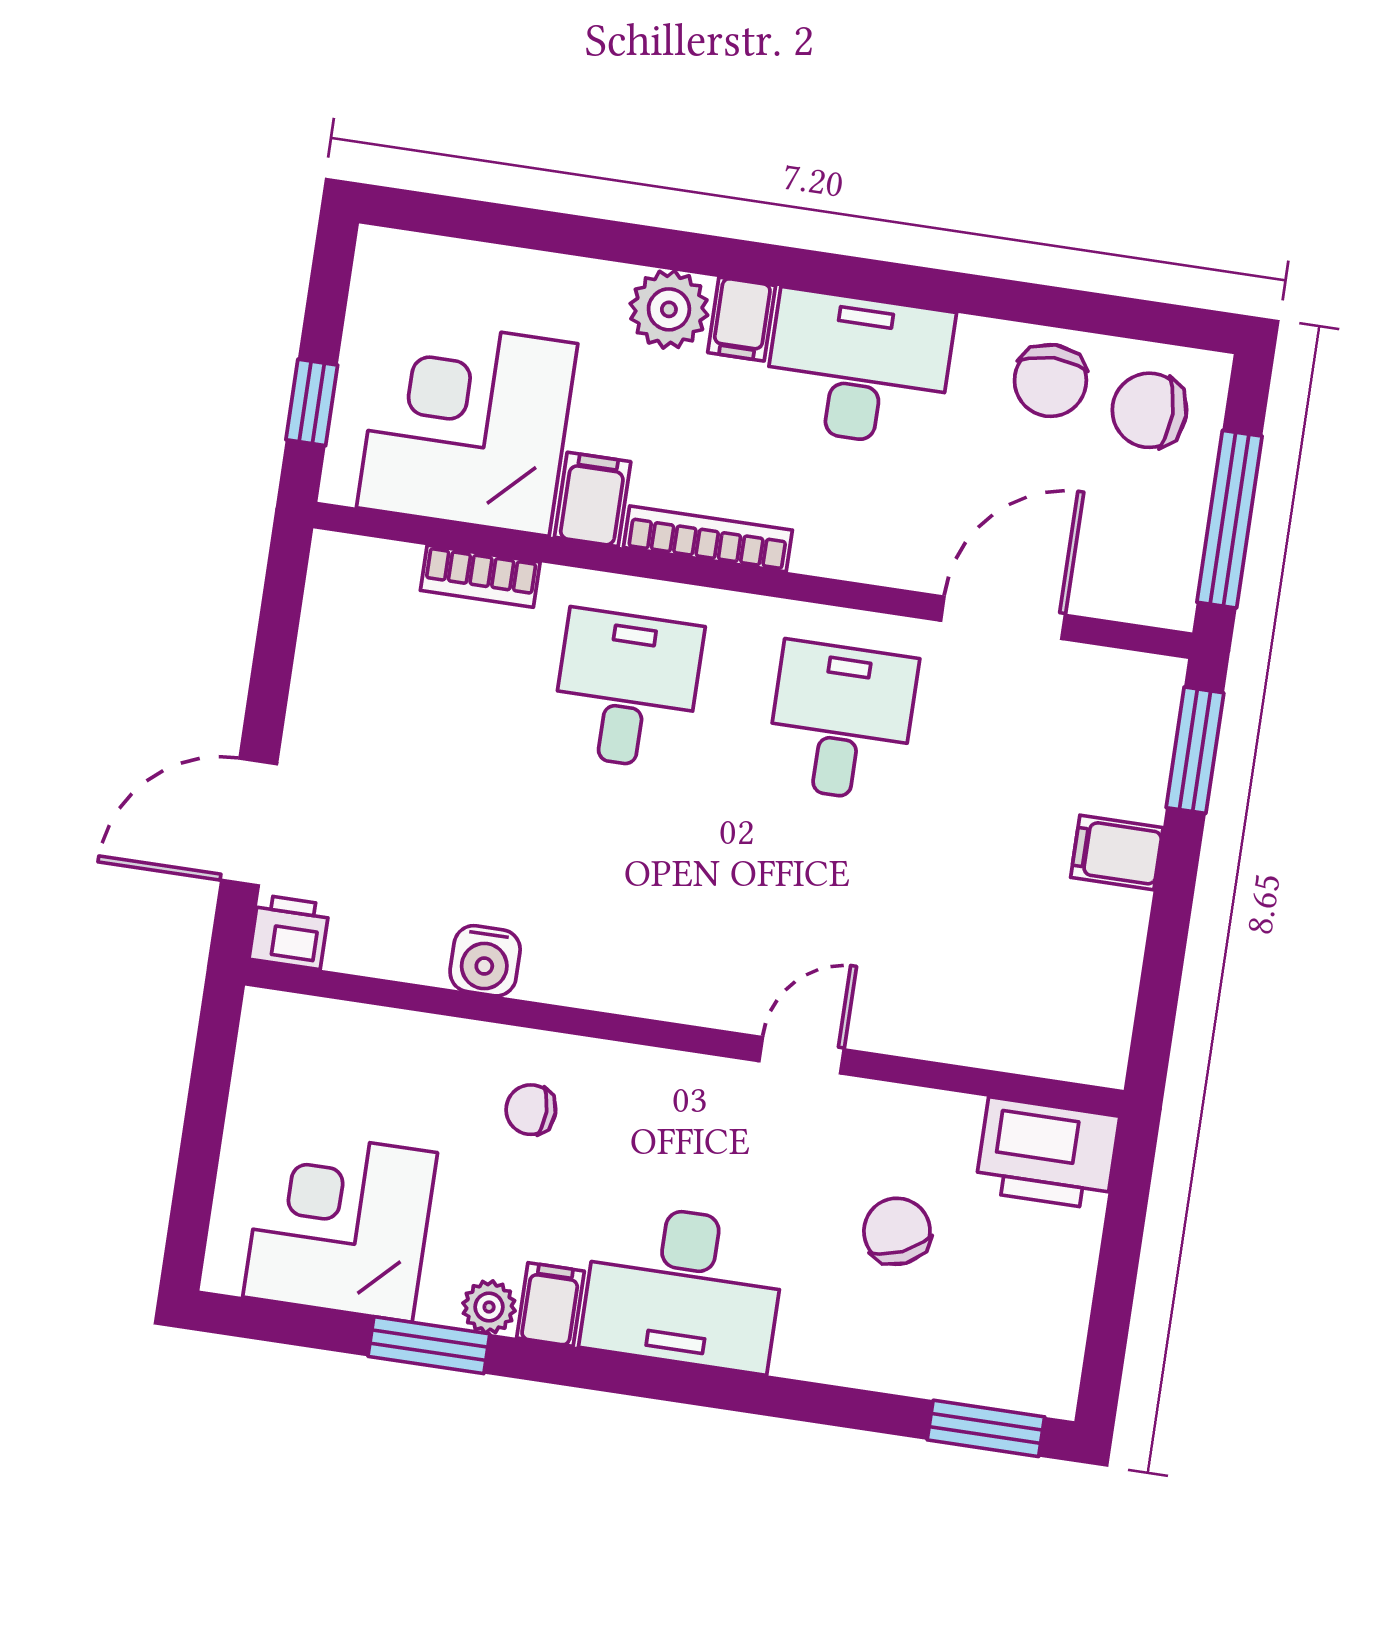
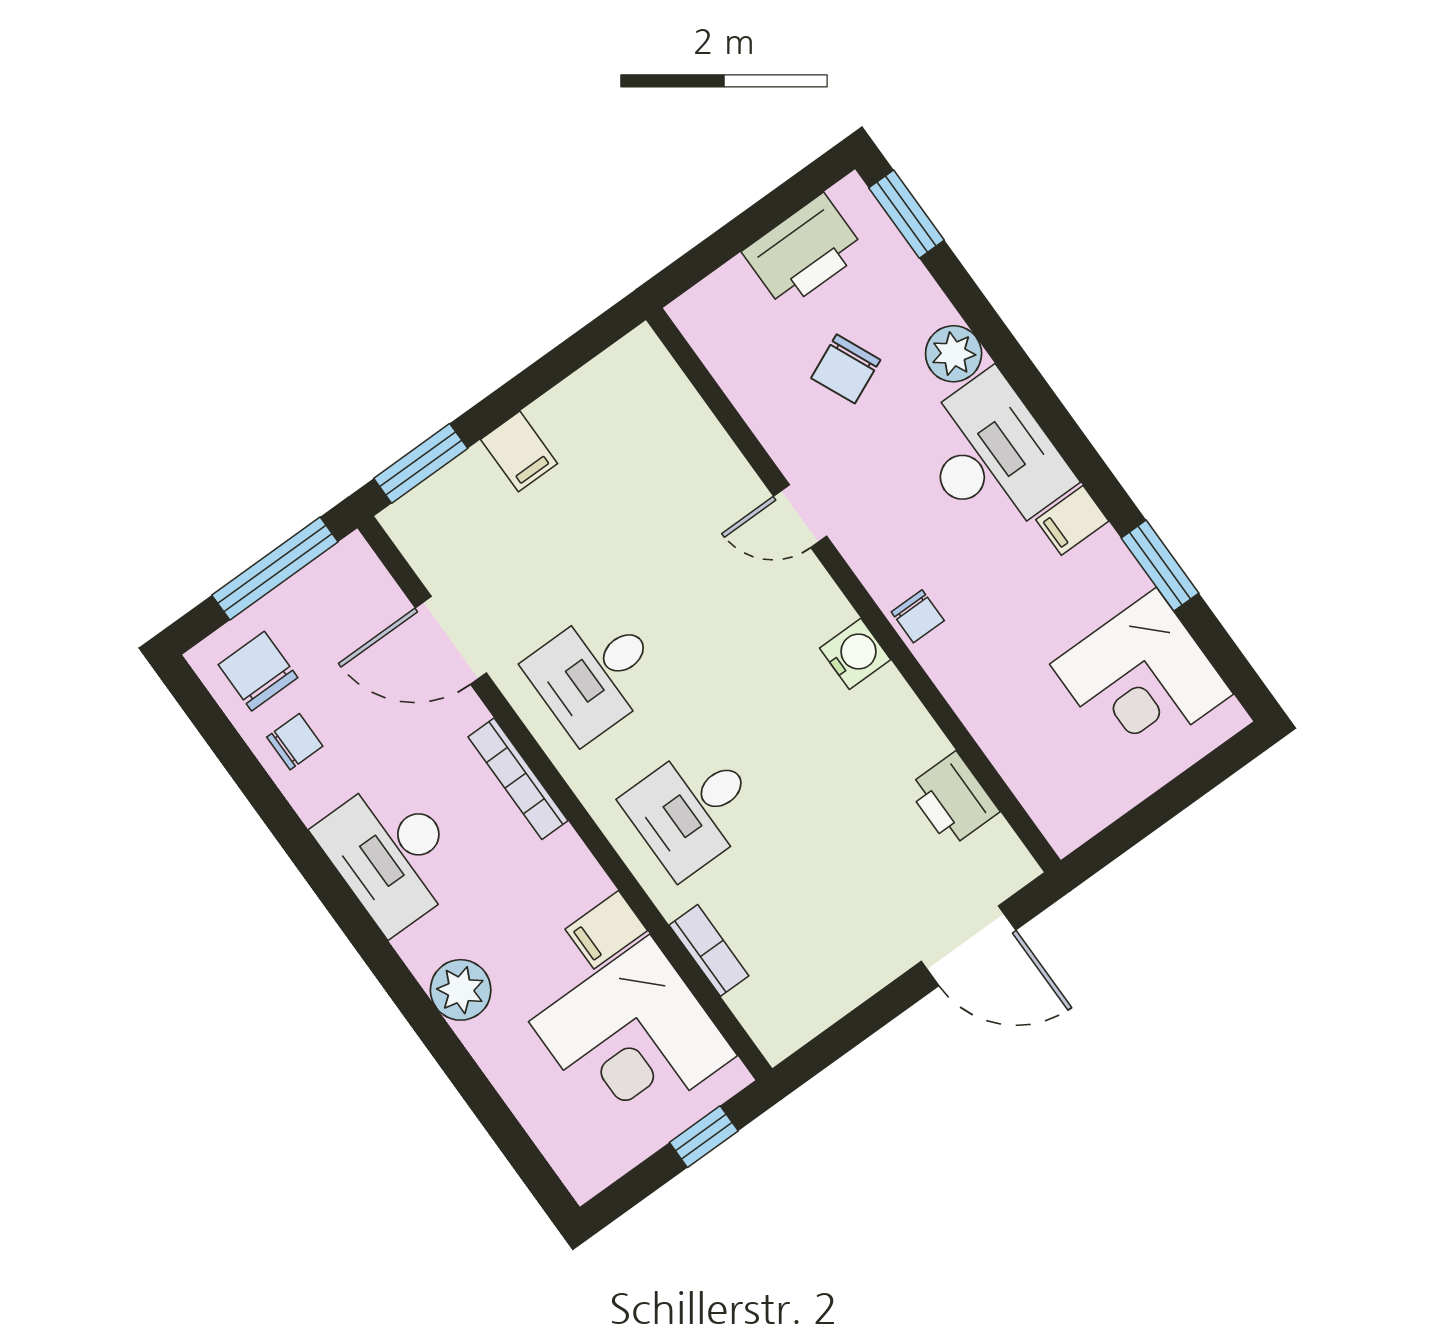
filing cabinet: (742, 319) -> (427, 945), removed
chair: (1050, 380) -> (295, 742), width x0.73, depth x0.73
chair: (1149, 410) -> (258, 671), turned 180
bookcase: (708, 539) -> (518, 779), moved
printer: (289, 932) -> (953, 799), moved, width x1.36, depth x1.24
water cooler: (485, 961) -> (855, 654), moved
chair: (531, 1110) -> (918, 616), moved
printer: (1047, 1154) -> (804, 251), moved, turned 90
plant: (489, 1307) -> (954, 354), moved, width x1.38, depth x1.38

